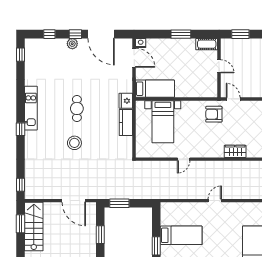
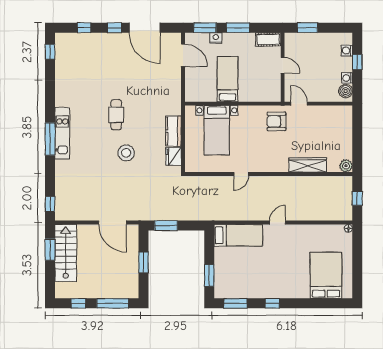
window: (153, 34) -> (205, 28), added
nightstand: (141, 43) -> (216, 38), moved
plant: (72, 44) -> (111, 39), removed
bed: (155, 89) -> (228, 79), moved, turned -90
fridge: (126, 101) -> (173, 156), moved
kitchen unit: (31, 108) -> (62, 133), moved
window: (20, 129) -> (50, 139), width x2.17
stool: (74, 143) -> (126, 153), moved
wardrobe: (235, 151) -> (308, 165), width x1.50
bed: (181, 235) -> (238, 235), moved

